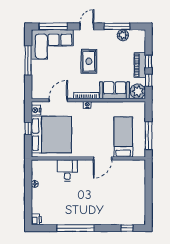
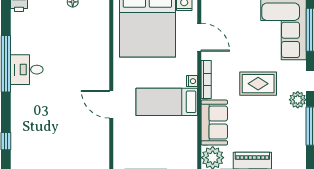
plant: (123, 35) -> (298, 100), moved
bed: (123, 137) -> (167, 102), moved, turned 180
desk: (67, 170) -> (27, 70), moved, turned 180

